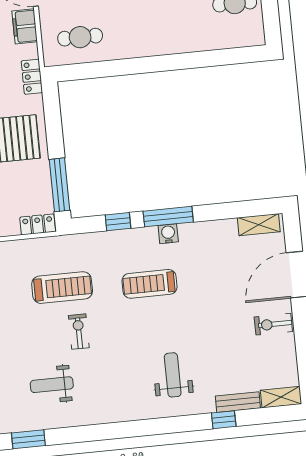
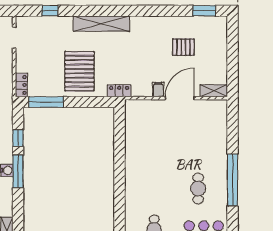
filing cabinet: (25, 26) -> (158, 89), width x0.50
cafe table: (80, 37) -> (142, 125), removed

